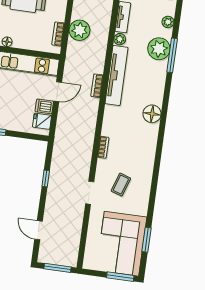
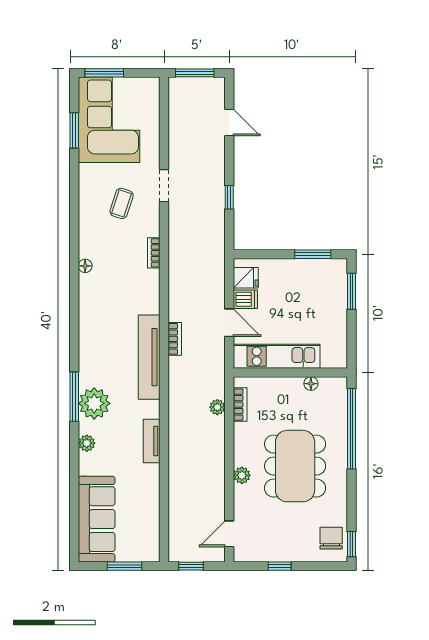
plant: (80, 30) -> (217, 407), width x0.53, depth x0.53
plant: (120, 39) -> (152, 409), removed
door: (58, 92) -> (229, 323), swing flipped
floor lamp: (152, 114) -> (85, 266), moved, width x0.53, depth x0.53

